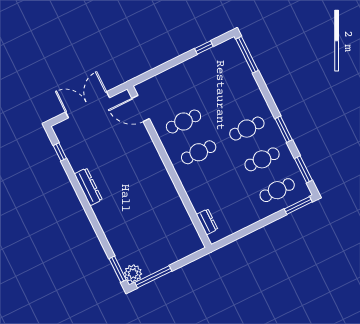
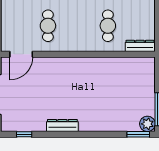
cafe table: (199, 152) -> (108, 26), moved
dresser: (207, 222) -> (140, 46), width x1.44

